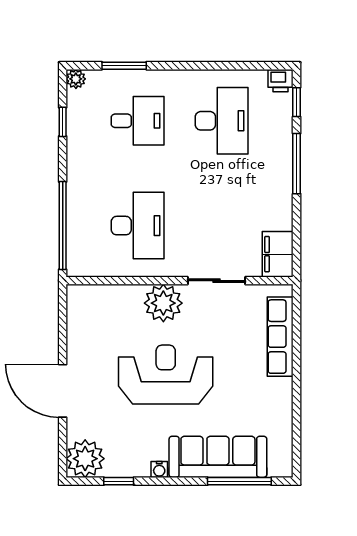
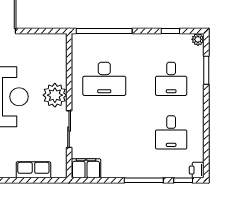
desk: (222, 121) -> (171, 132), width x0.73
row of seats: (280, 337) -> (33, 170), width x0.68

